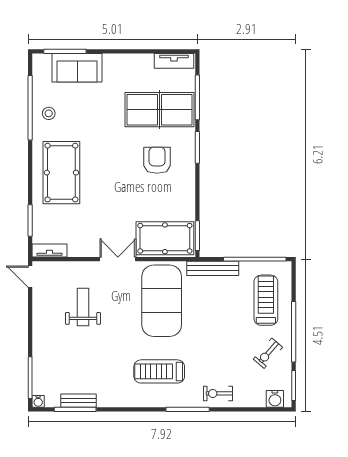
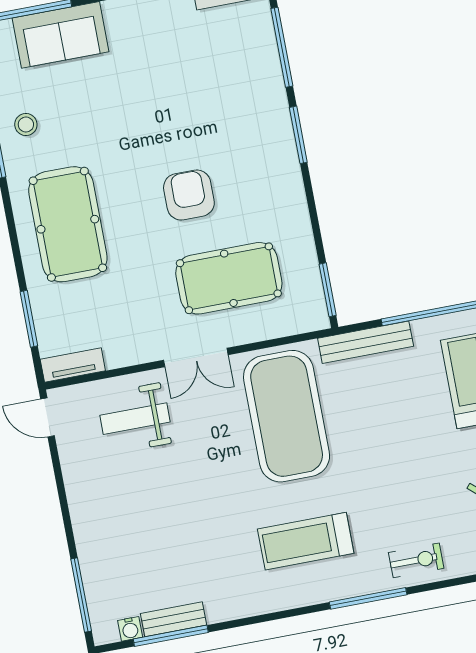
table tennis table: (159, 110) -> (219, 81), removed
armchair: (157, 160) -> (189, 195), moved
pool table: (165, 238) -> (229, 278), moved
double door: (118, 259) -> (196, 357), swing flipped
weight bench: (83, 307) -> (135, 419), moved, turned -90
exercise bike: (218, 393) -> (416, 560), turned 180
water cooler: (38, 401) -> (130, 629), moved

